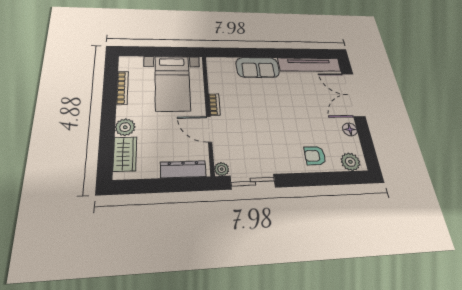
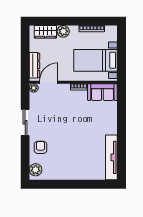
sofa: (258, 67) -> (102, 92), moved, turned -90
double door: (353, 95) -> (86, 184), removed
door: (209, 129) -> (49, 82), moved
floor lamp: (350, 129) -> (59, 175), removed
sliding door: (253, 182) -> (25, 122), moved

